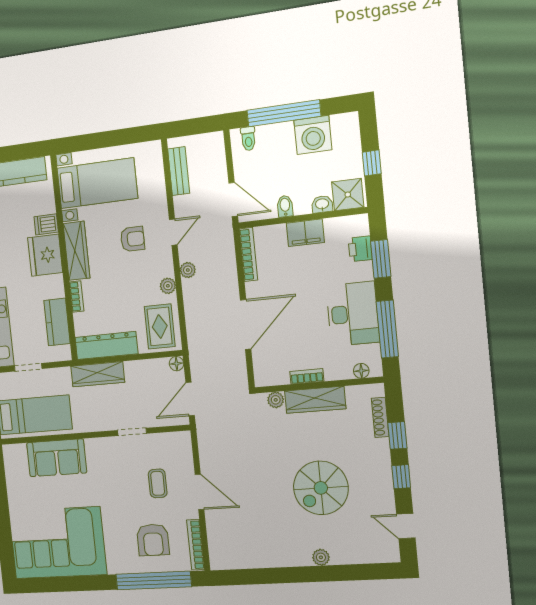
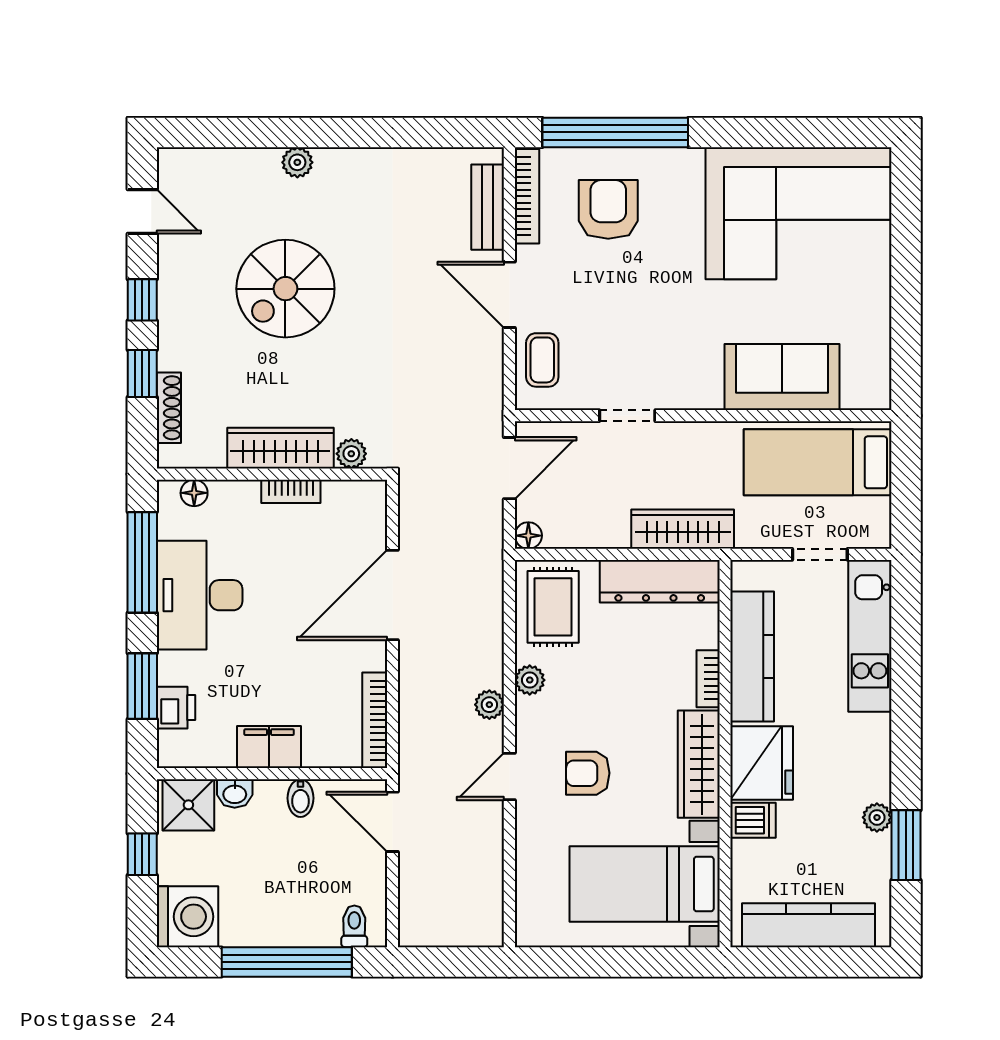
washing machine: (313, 135) -> (187, 917), moved, turned 90
bench: (179, 171) -> (488, 207), moved
kitchen counter: (57, 322) -> (752, 657), width x1.50
coffee table: (158, 483) -> (542, 360), moved
spiral stairs: (321, 488) -> (285, 289), turned 180

